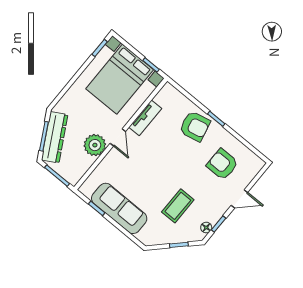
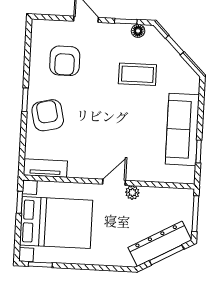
tv unit: (145, 118) -> (45, 168), moved
plant: (95, 145) -> (132, 192), width x0.53, depth x0.53

